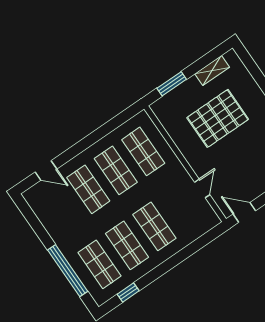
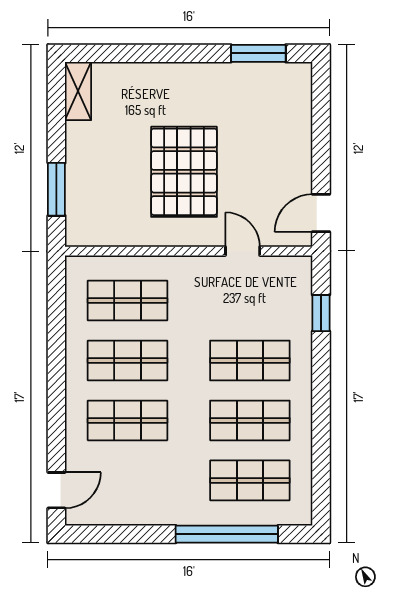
shelving: (212, 71) -> (78, 91), moved
pallet: (218, 118) -> (184, 172), moved
door: (46, 171) -> (56, 490), moved
window: (128, 293) -> (321, 313), moved

